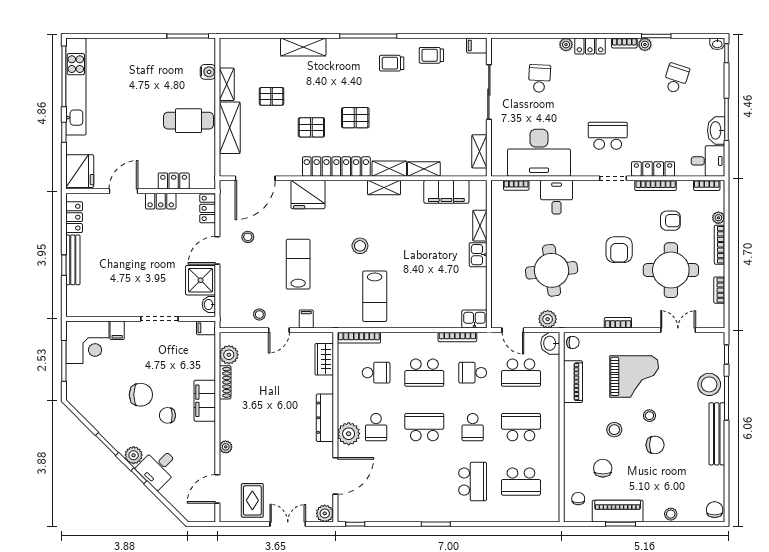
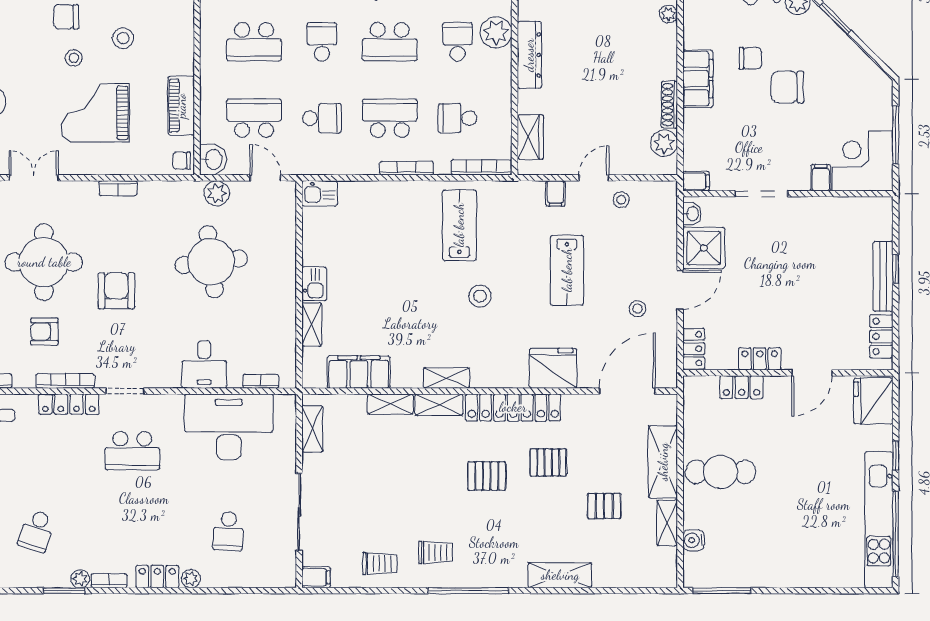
double door: (678, 330) -> (34, 178), swing flipped
bookcase: (457, 337) -> (407, 168), moved

